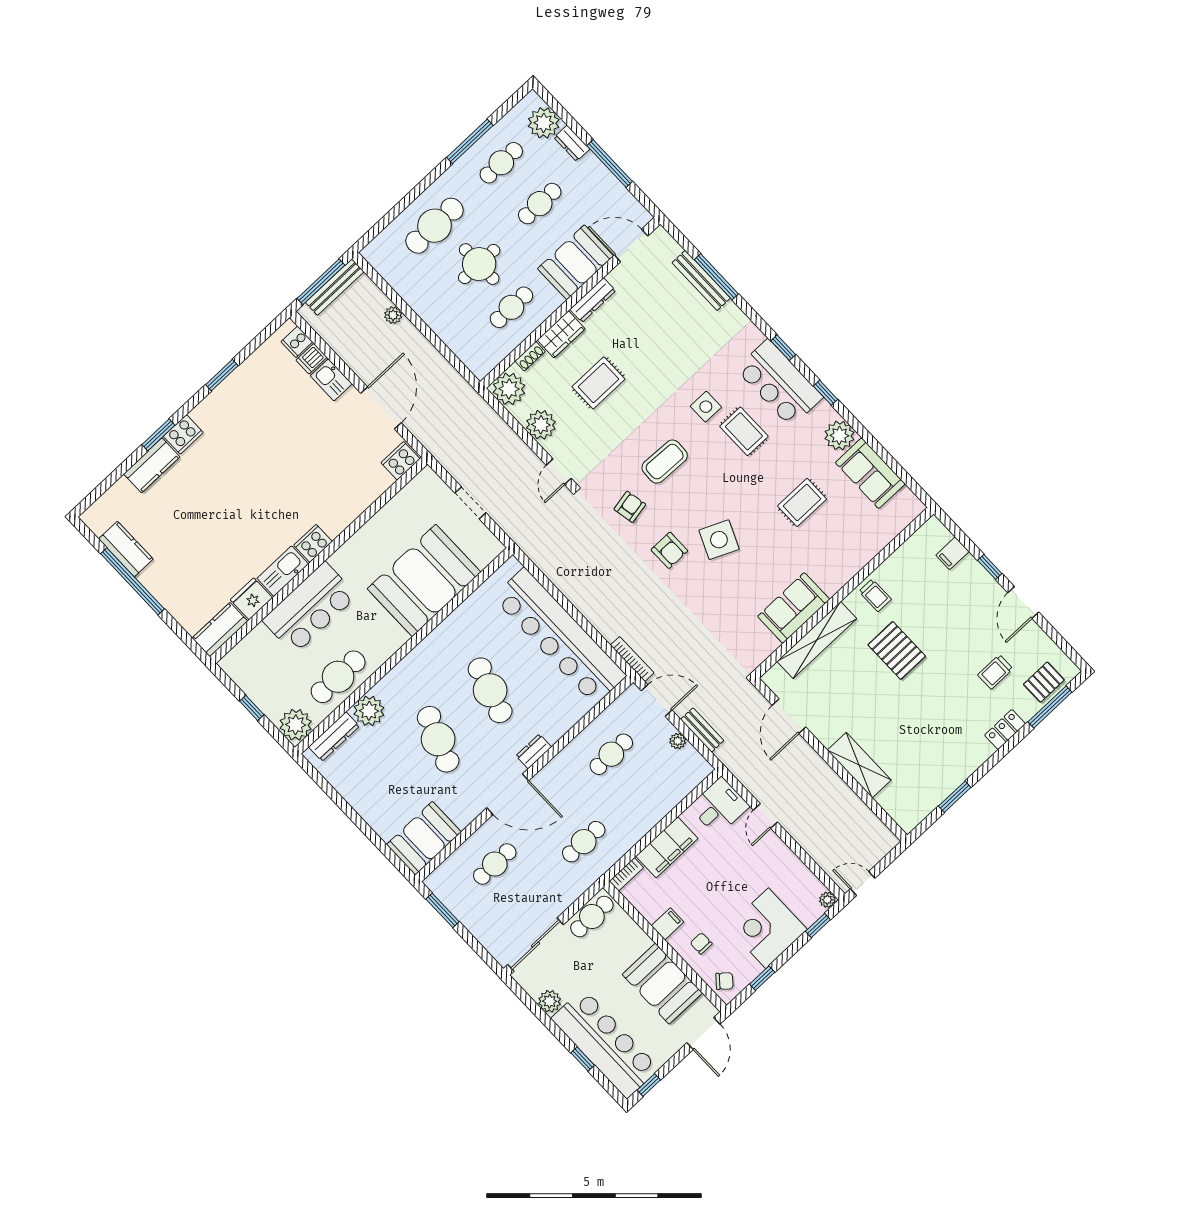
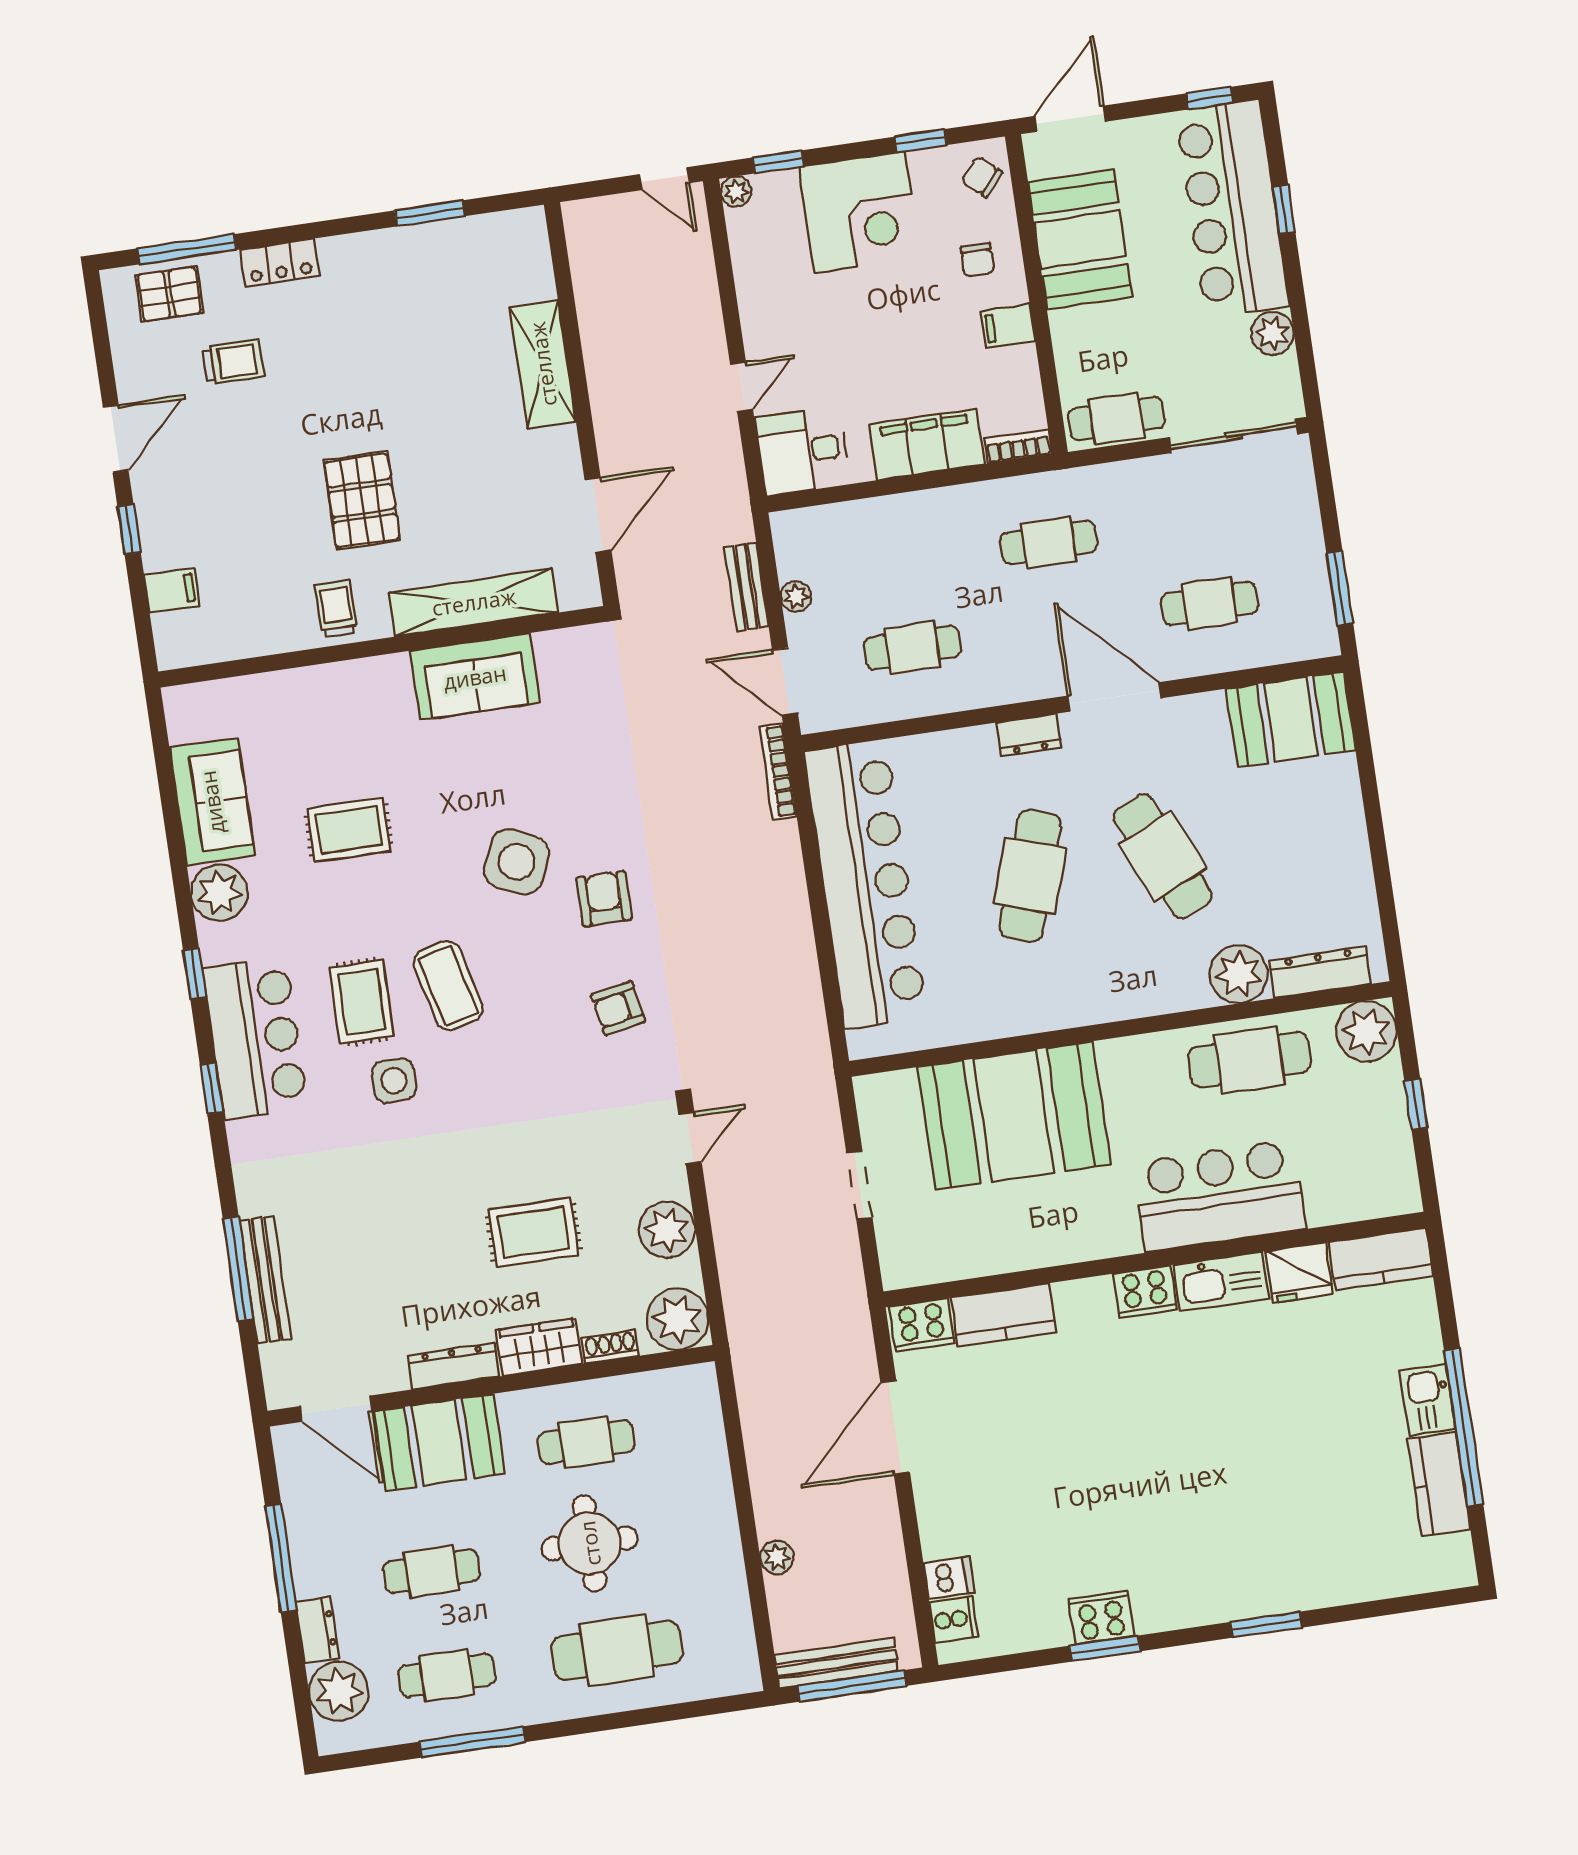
kitchen sink: (331, 380) -> (1427, 1400), moved, turned 180
cooker: (183, 434) -> (1101, 1617), moved
coffee table: (665, 462) -> (448, 986), moved, turned 74
kitchen counter: (152, 465) -> (1003, 1315), moved, turned 180
cafe table: (438, 739) -> (1163, 856), turned -45

